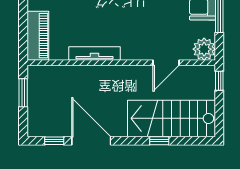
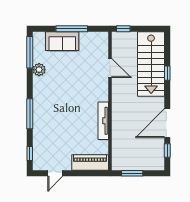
plant: (204, 49) -> (100, 40), removed

